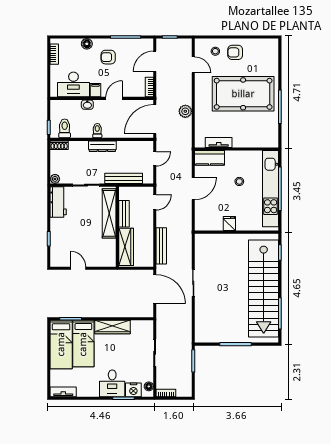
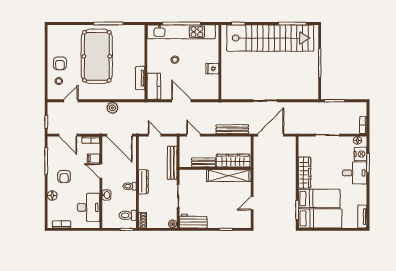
filing cabinet: (95, 90) -> (94, 158), moved
shelving: (109, 213) -> (229, 176), moved

